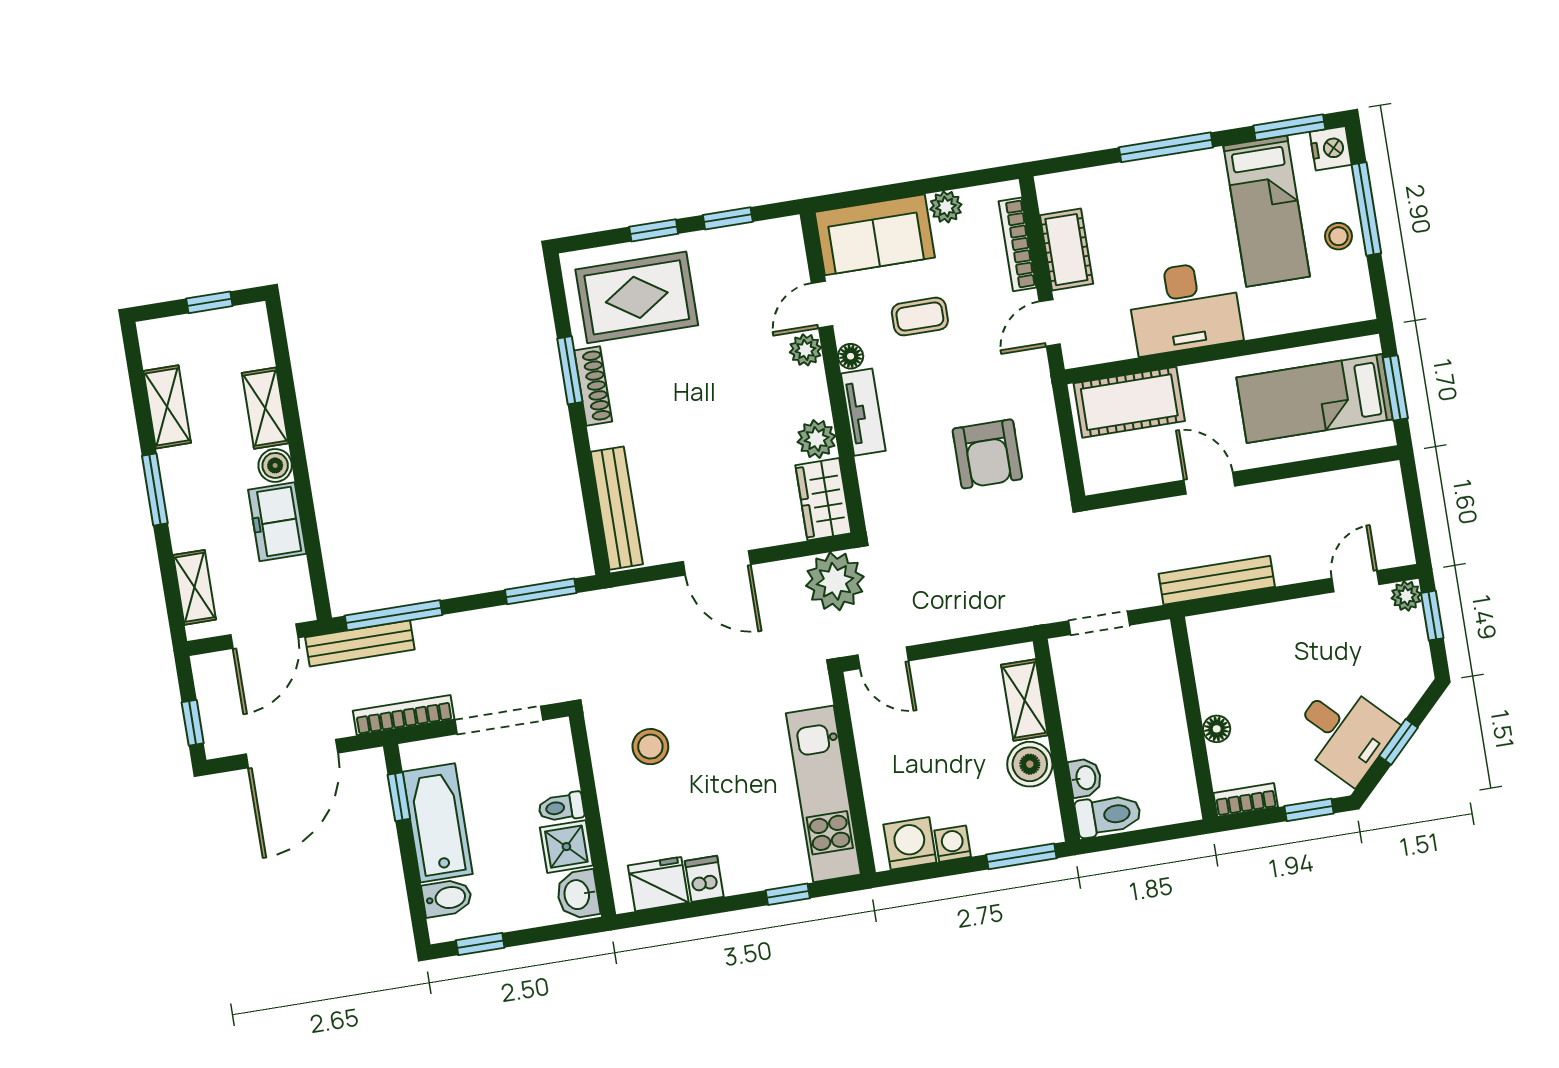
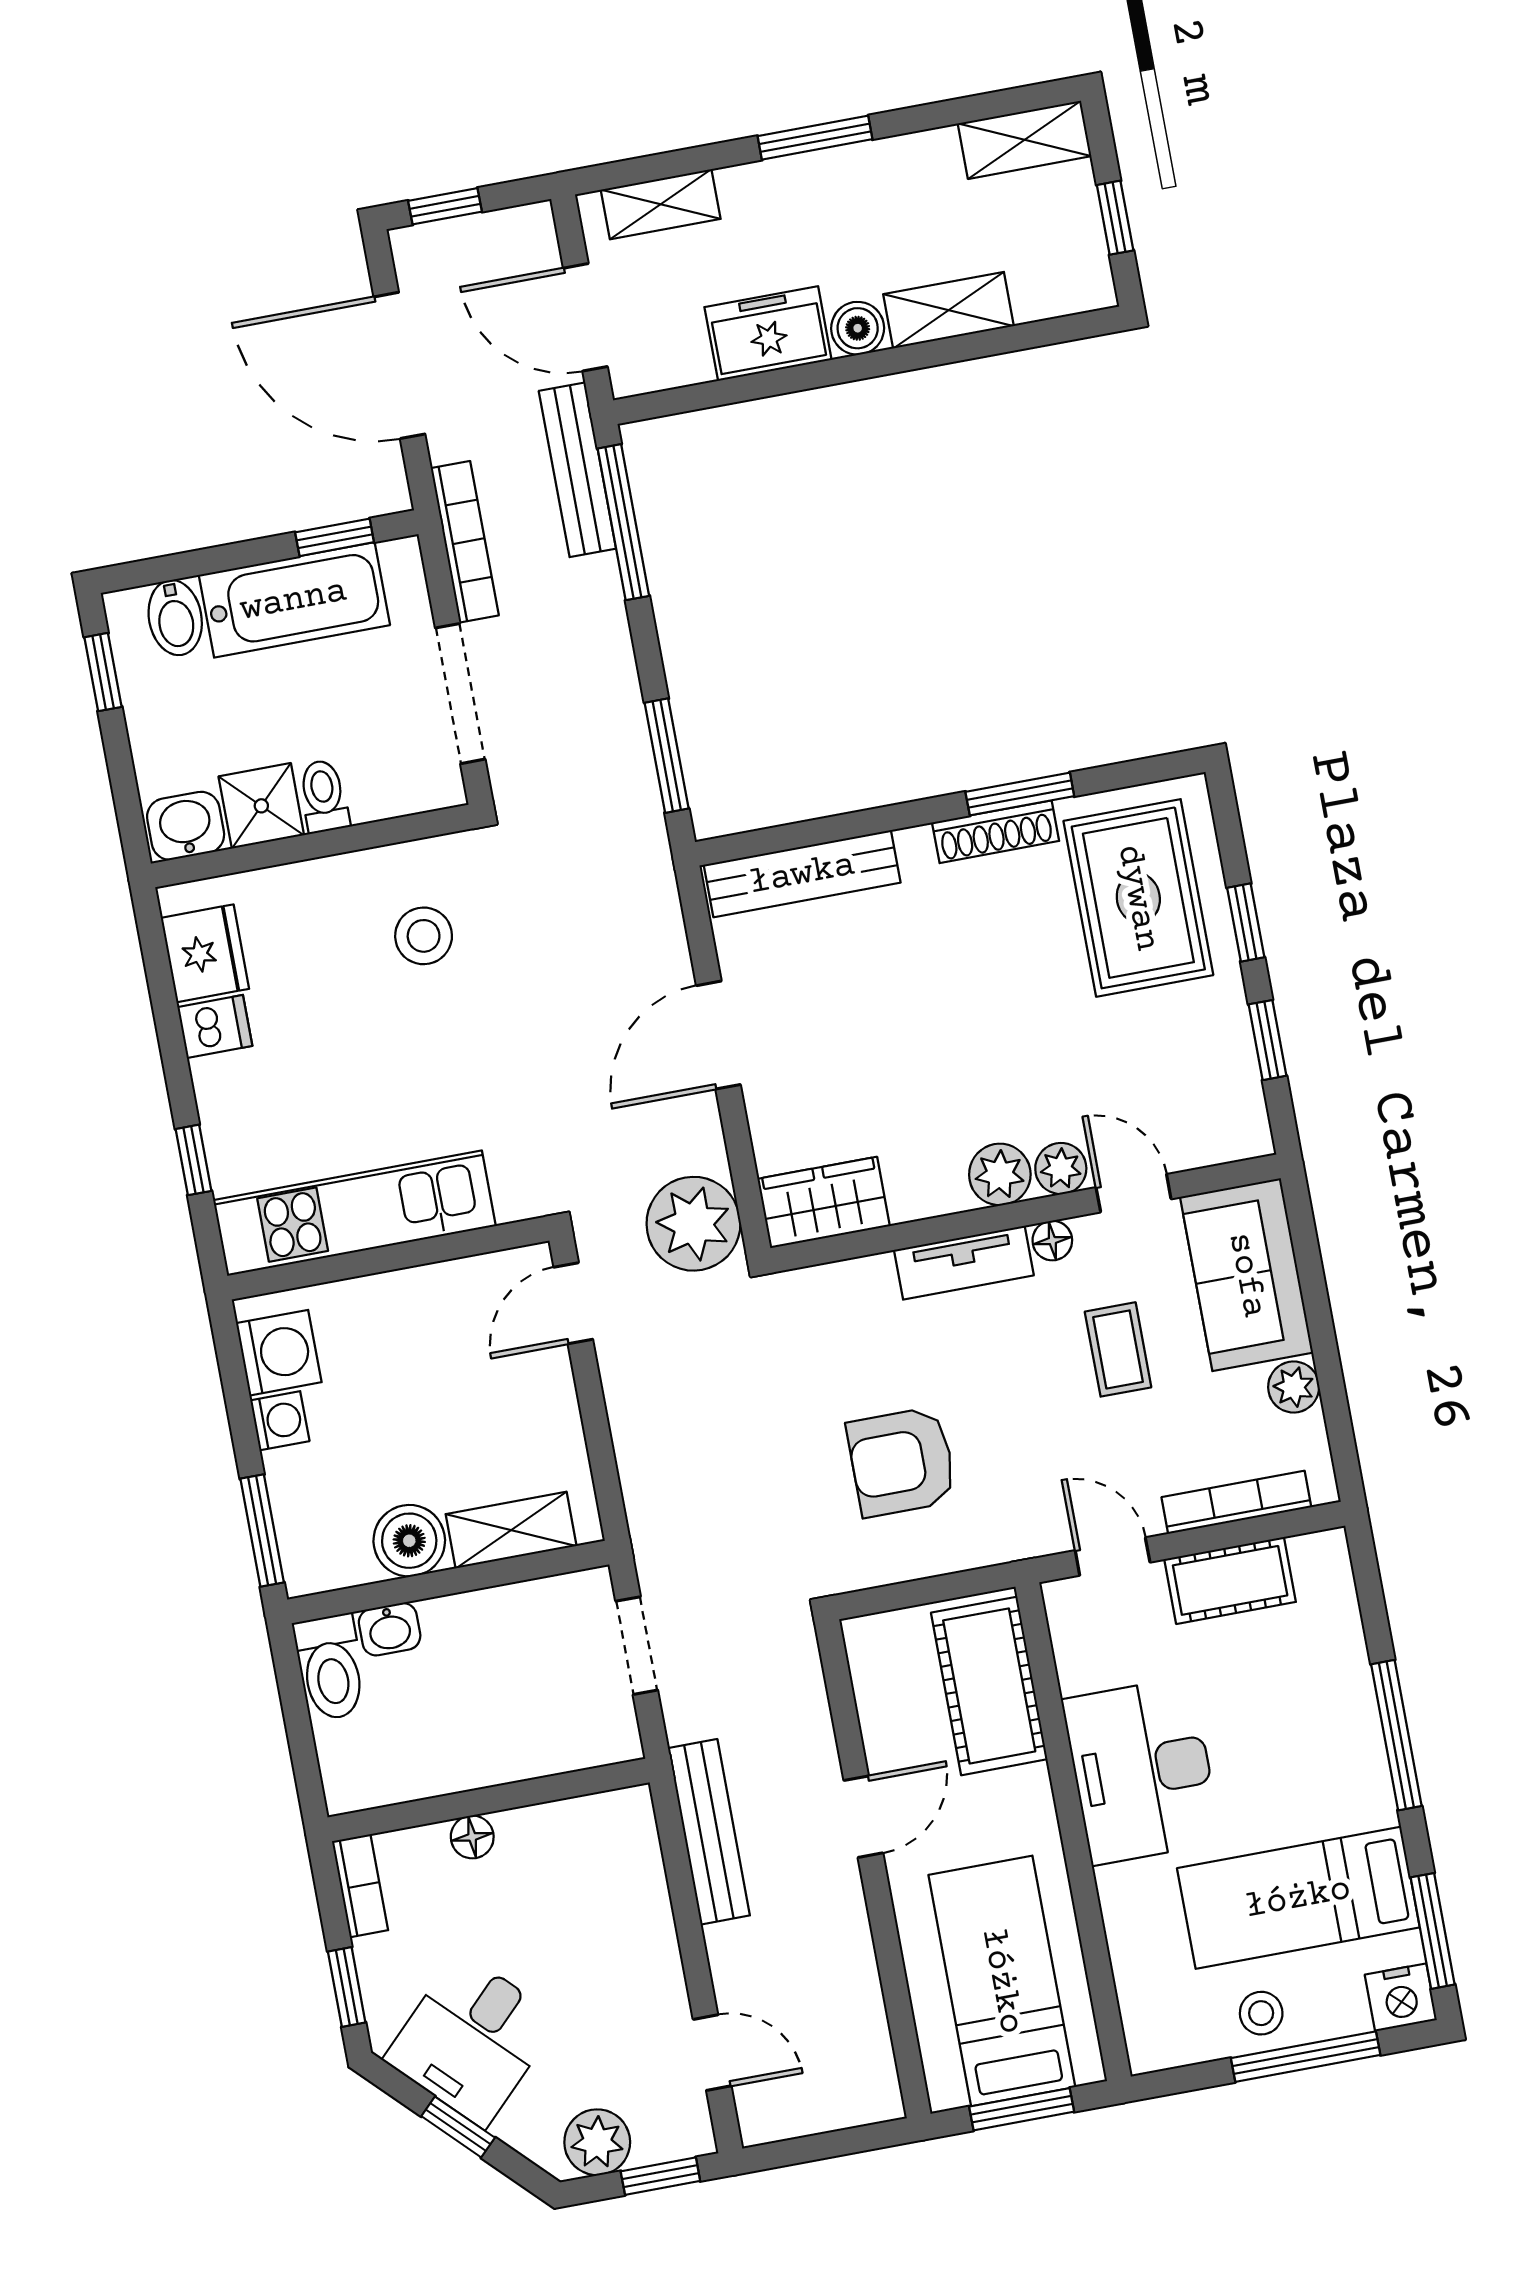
shelving: (167, 407) -> (1025, 140), moved
plant: (817, 439) -> (1000, 1174), moved
plant: (1406, 596) -> (597, 2142), moved, width x1.38, depth x1.38

